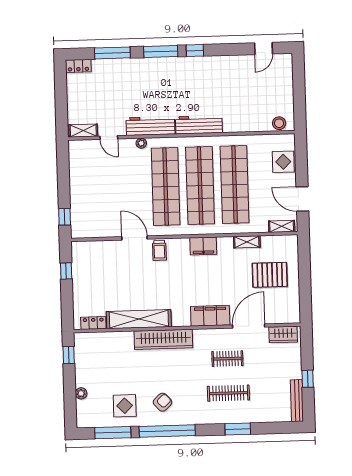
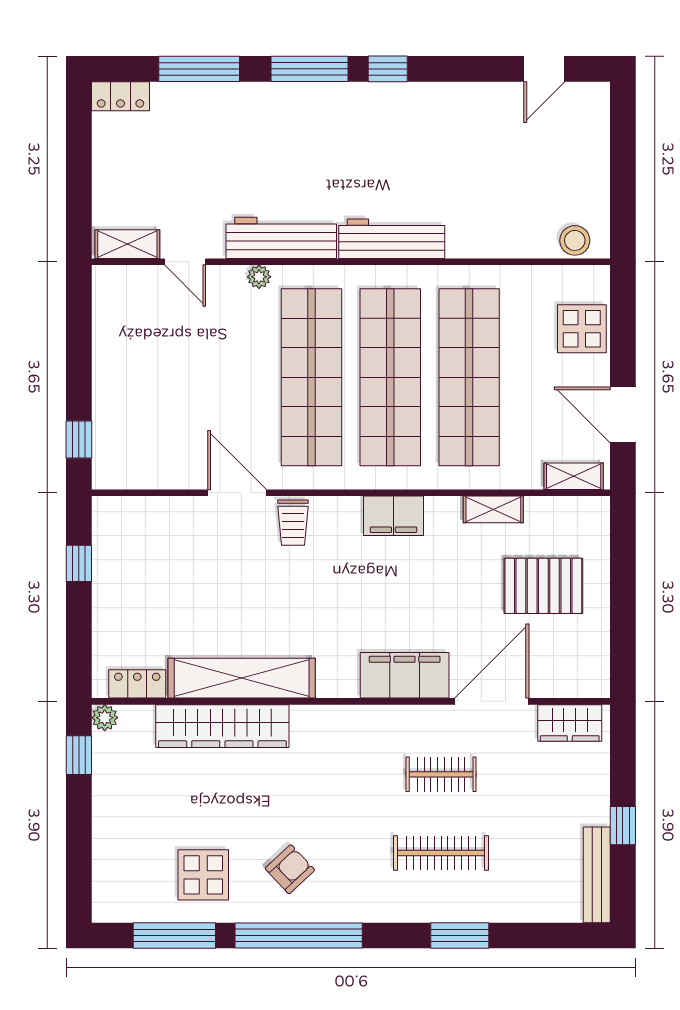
wardrobe: (163, 339) -> (222, 726), moved
plant: (81, 393) -> (105, 718), moved

